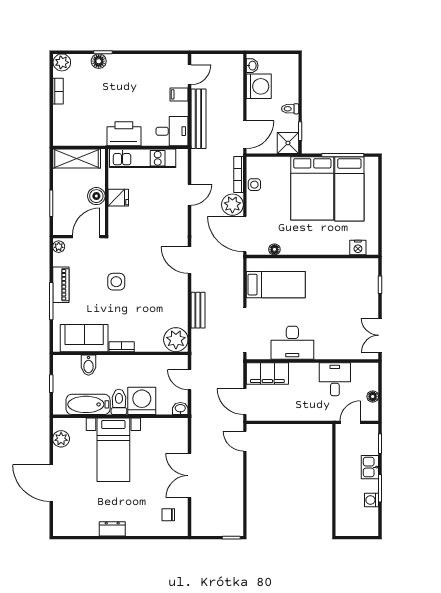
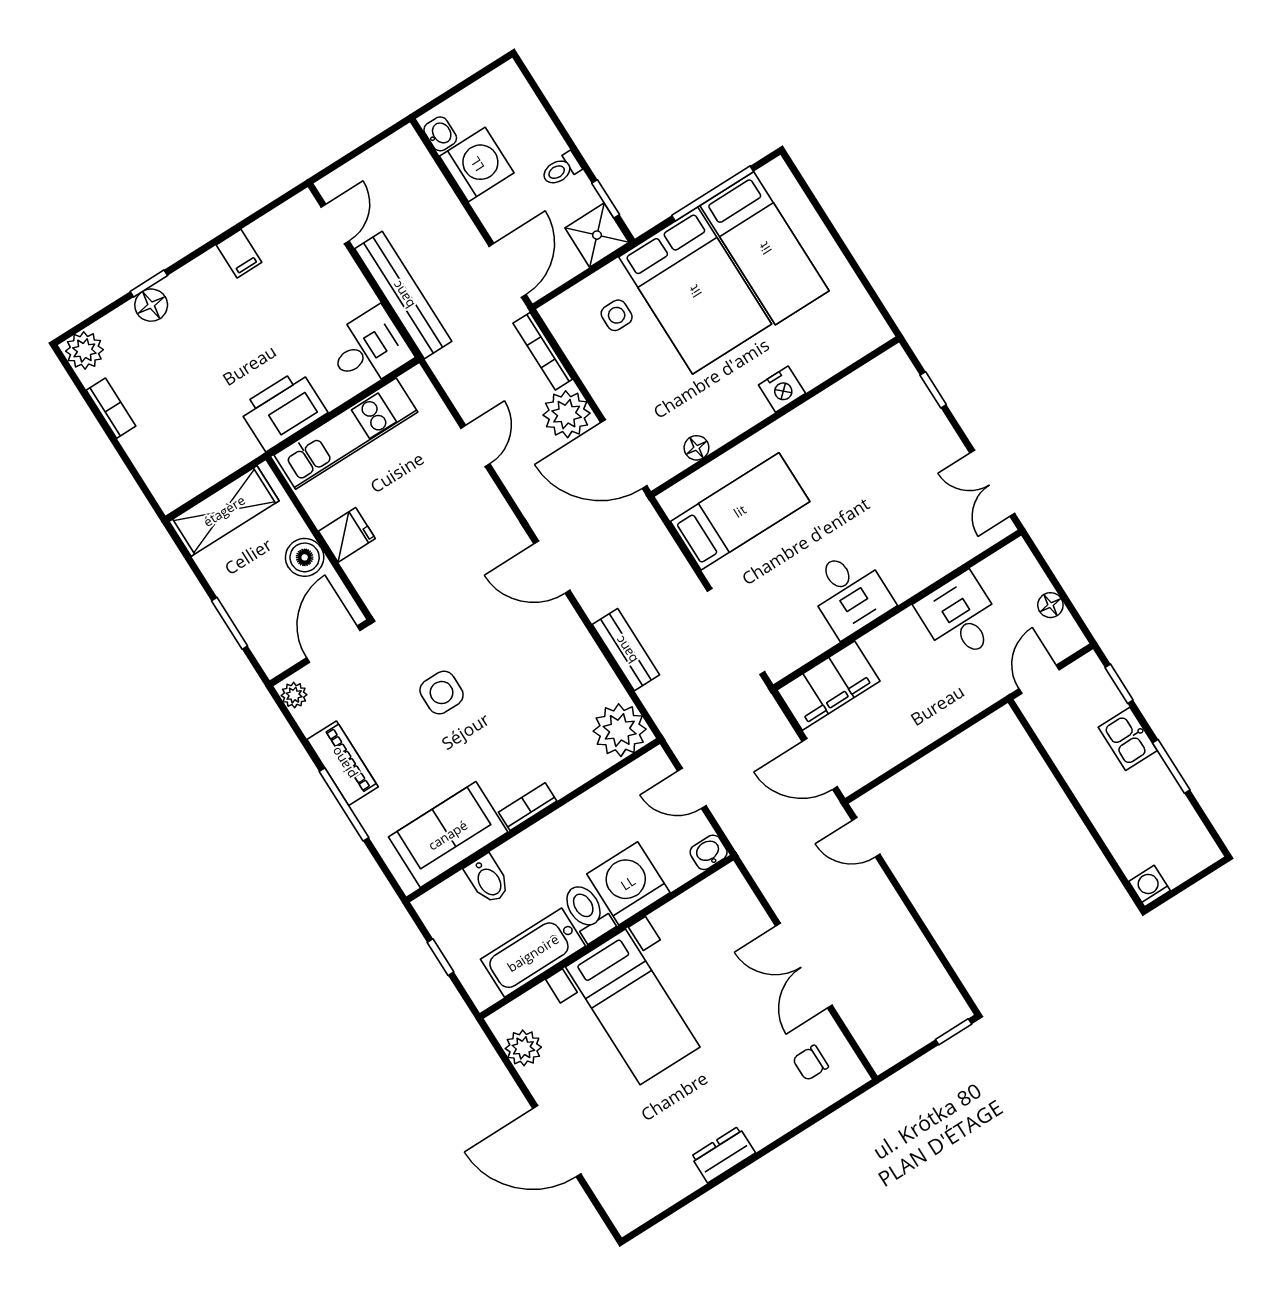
filing cabinet: (179, 94) -> (239, 254), moved, turned -90
side table: (254, 185) -> (617, 315), moved
nightstand: (358, 248) -> (782, 389), moved
desk: (292, 343) -> (850, 593), width x0.73
washing machine: (372, 500) -> (1149, 886), moved, turned 90

